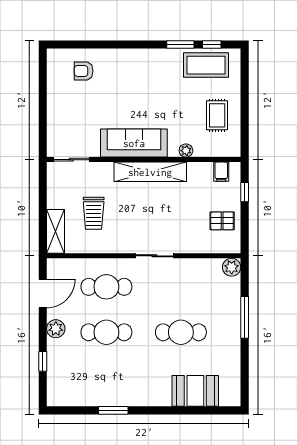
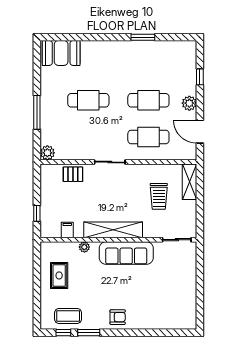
coffee table: (206, 65) -> (68, 316), width x0.73, depth x0.76
armchair: (84, 71) -> (118, 317), moved
filing cabinet: (221, 172) -> (67, 230), moved
trolley: (94, 213) -> (159, 196), turned 180
pallet: (222, 221) -> (73, 174), moved
door: (43, 293) -> (200, 132), hinge flipped
booth: (195, 391) -> (61, 53), moved

